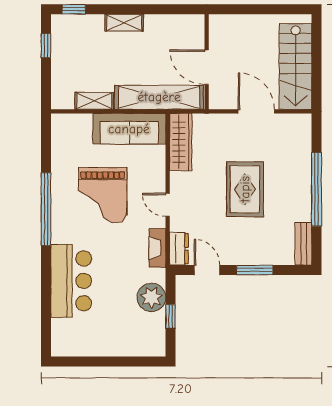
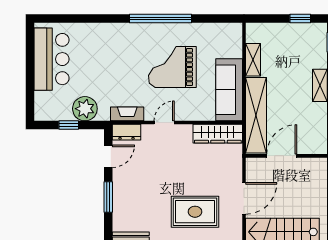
rug: (245, 189) -> (195, 212), moved
bar counter: (71, 281) -> (52, 59), moved, turned -90

